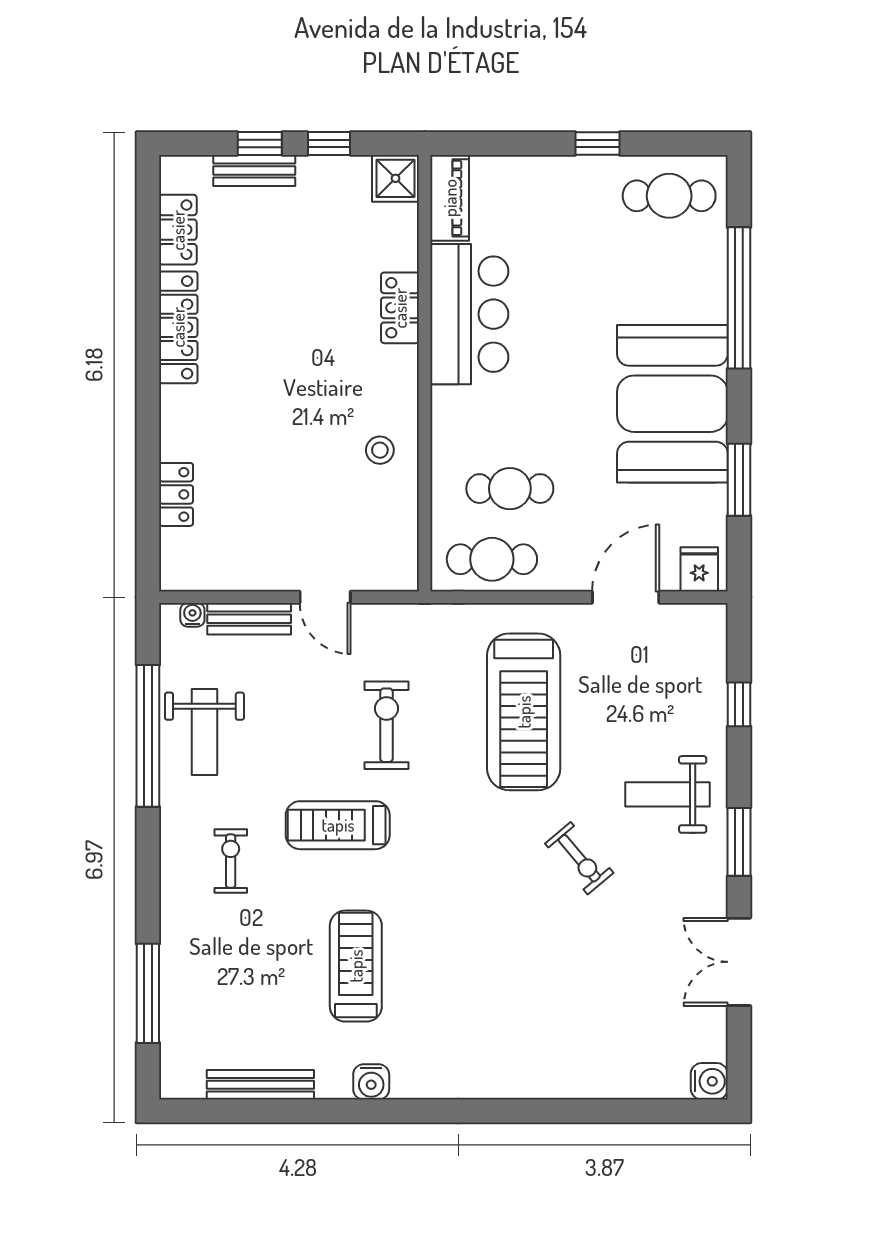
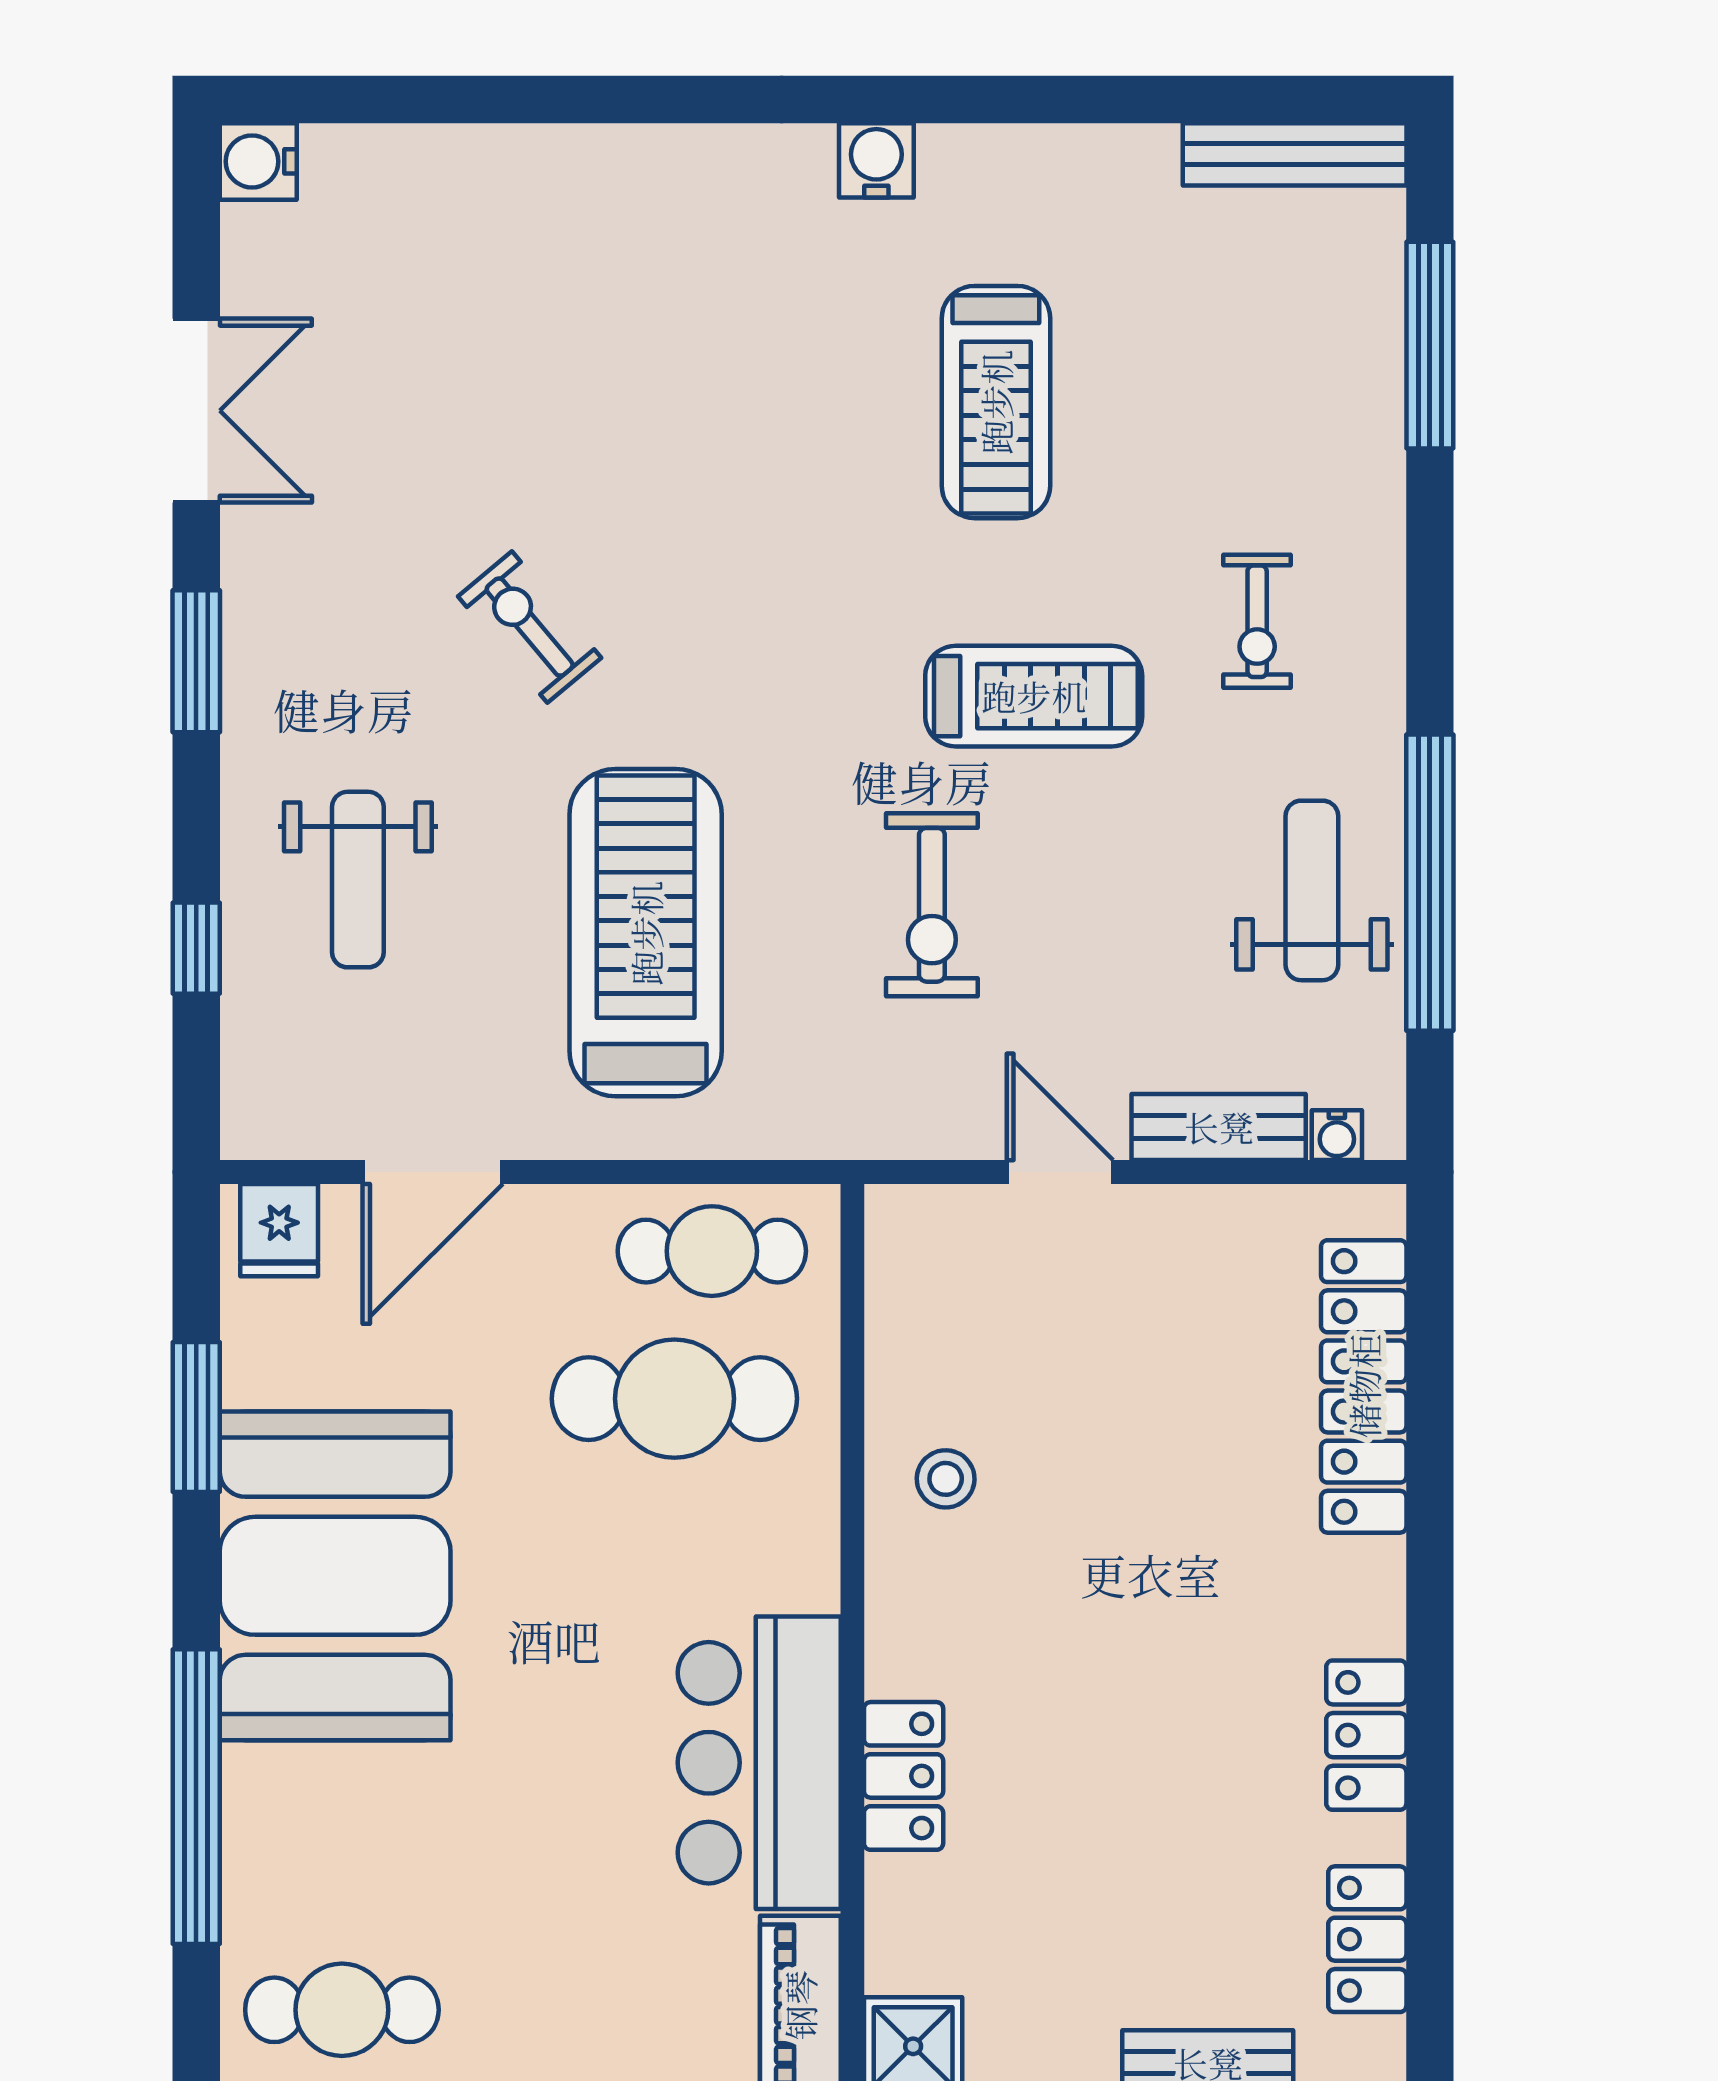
locker: (178, 327) -> (1366, 1735), width x0.66
cafe table: (510, 489) -> (674, 1399), width x1.37, depth x1.35
locker: (176, 494) -> (1364, 1386), width x2.16, depth x1.21
weight bench: (667, 794) -> (358, 880), moved, turned 90
water cooler: (371, 1082) -> (876, 160), moved
bench: (260, 1085) -> (1295, 154), moved

